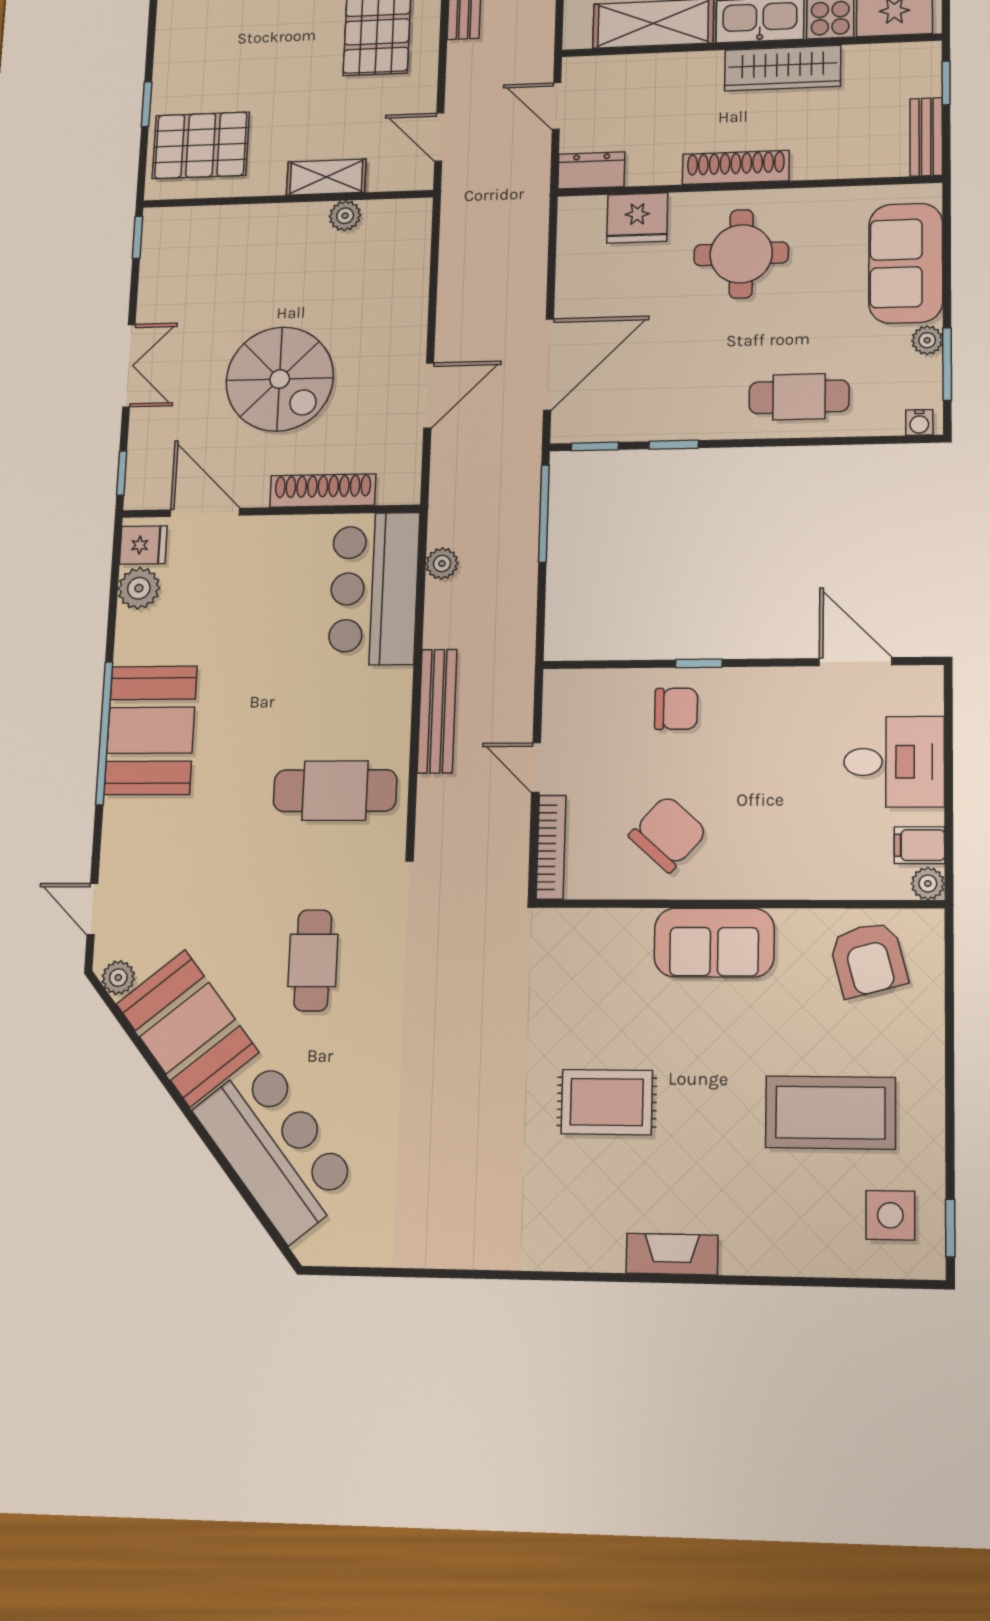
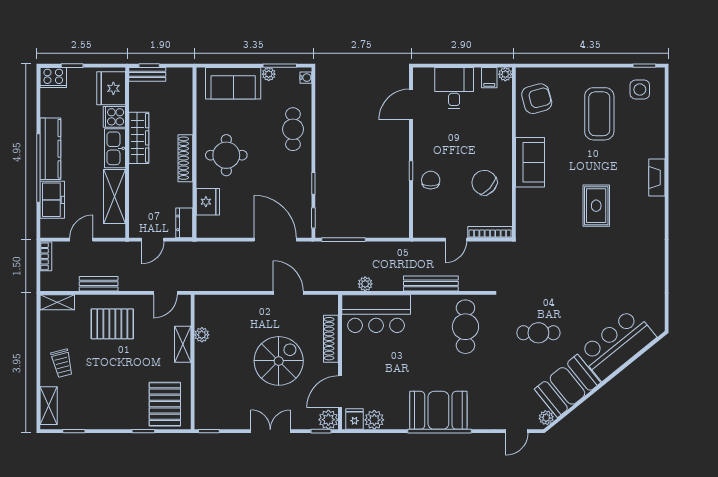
bench: (926, 137) -> (147, 74), moved
plant: (146, 489) -> (328, 420), added

